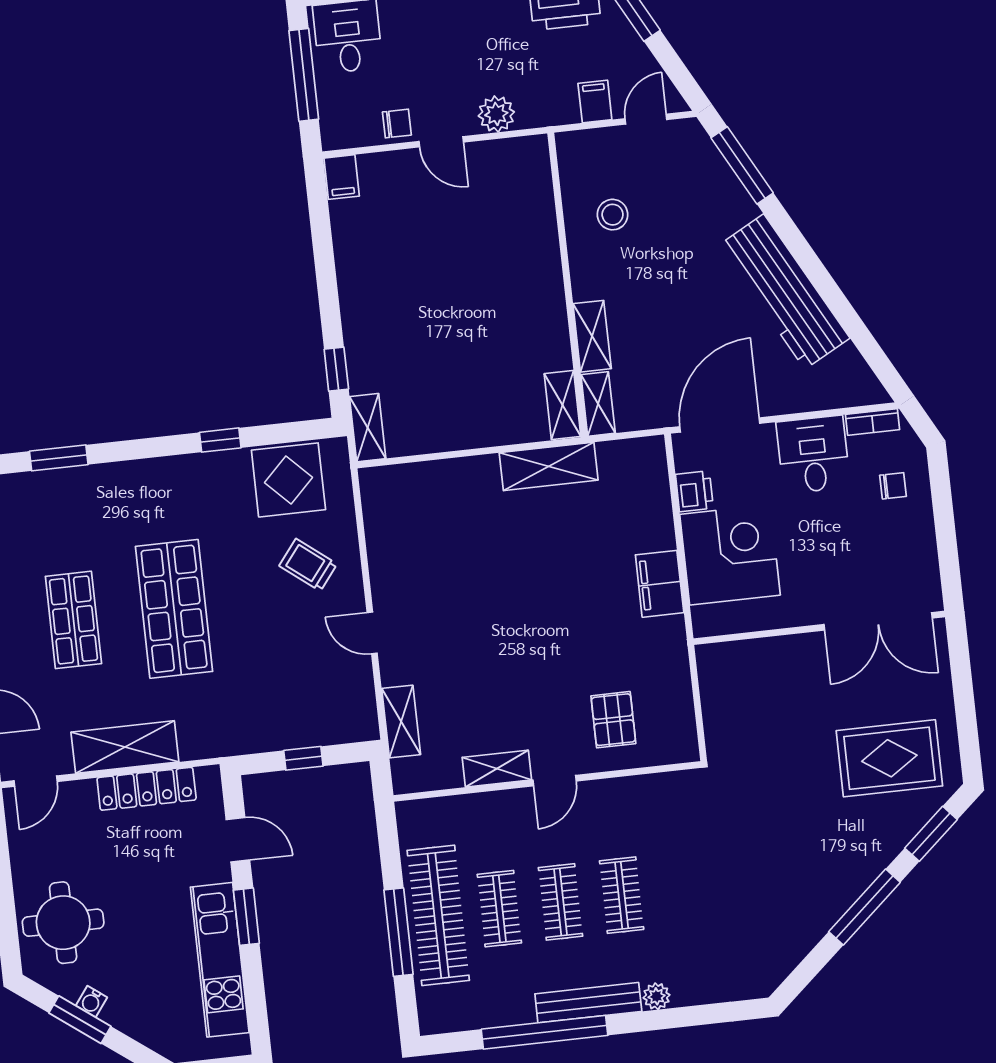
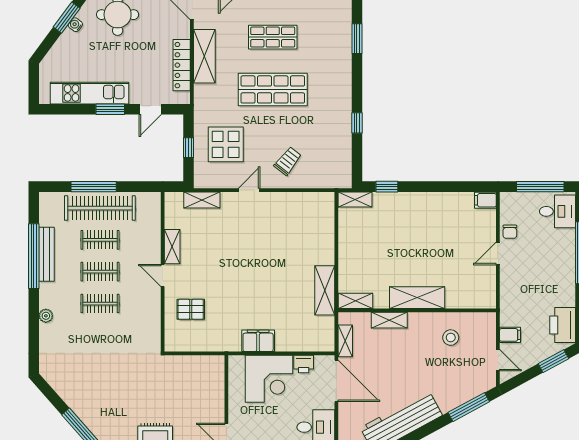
plant: (496, 114) -> (509, 283), removed
shelving: (543, 288) -> (417, 298), added
shelving: (598, 404) -> (345, 341), moved, turned 90
display table: (288, 480) -> (226, 144), moved
bench: (588, 1003) -> (47, 254), moved

